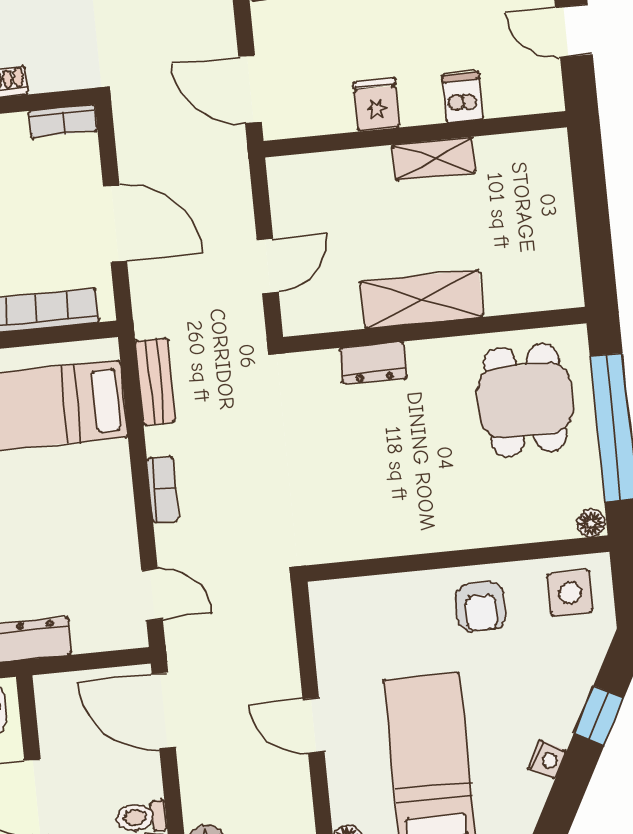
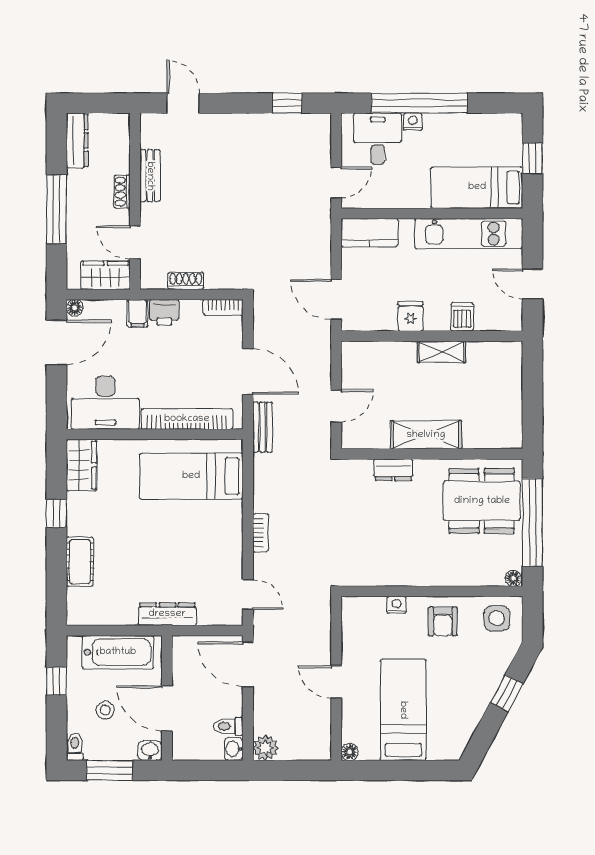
bench: (155, 381) -> (262, 427), moved
dining table: (525, 400) -> (482, 501), width x1.38
nightstand: (547, 760) -> (397, 605), moved, turned -118

